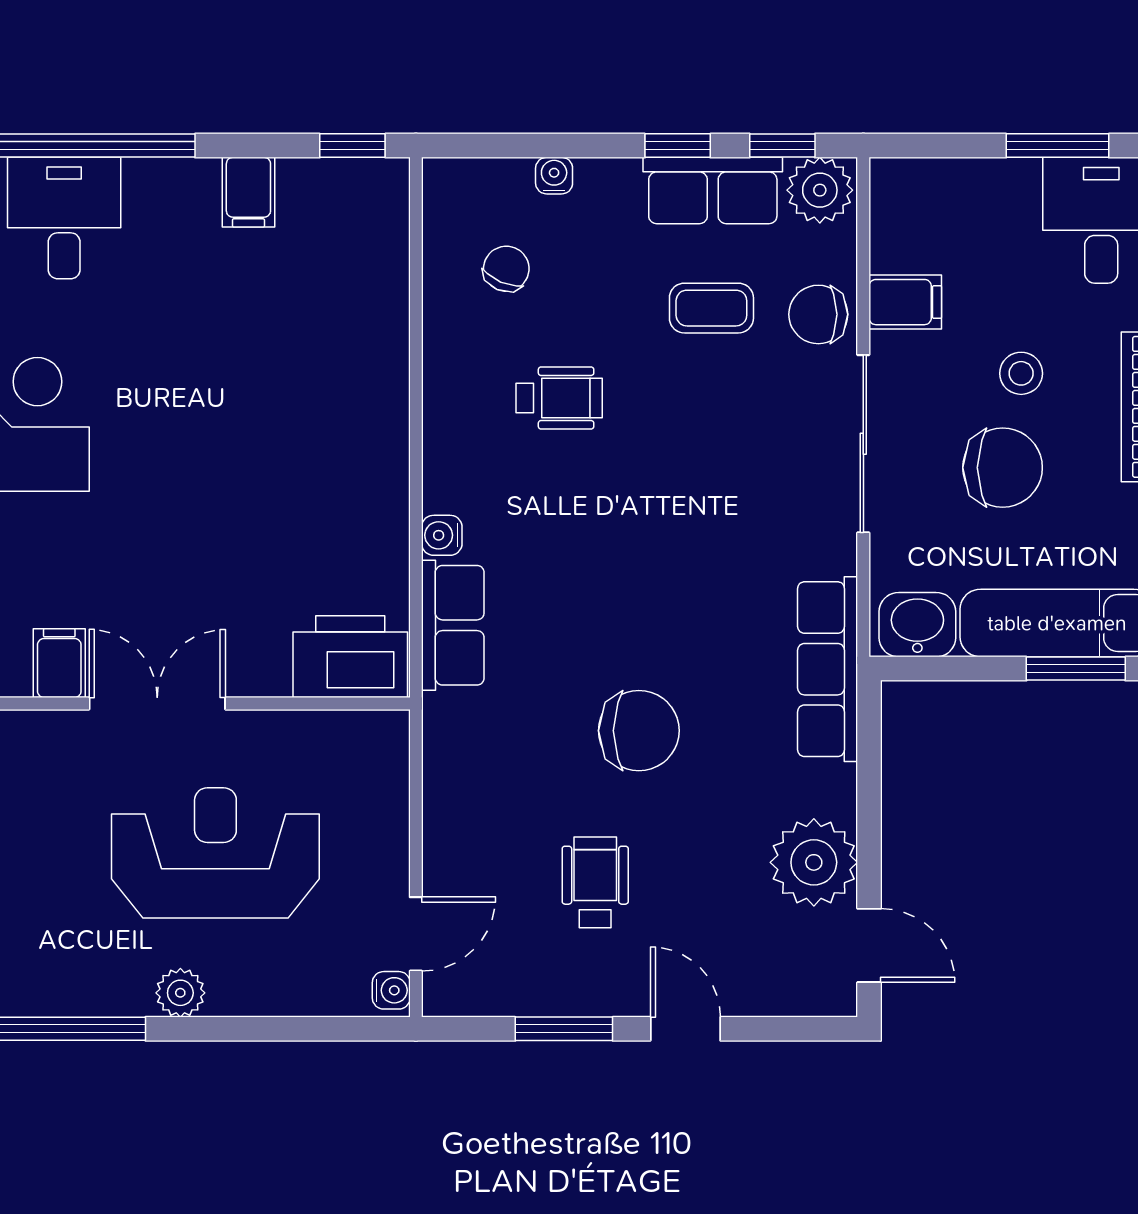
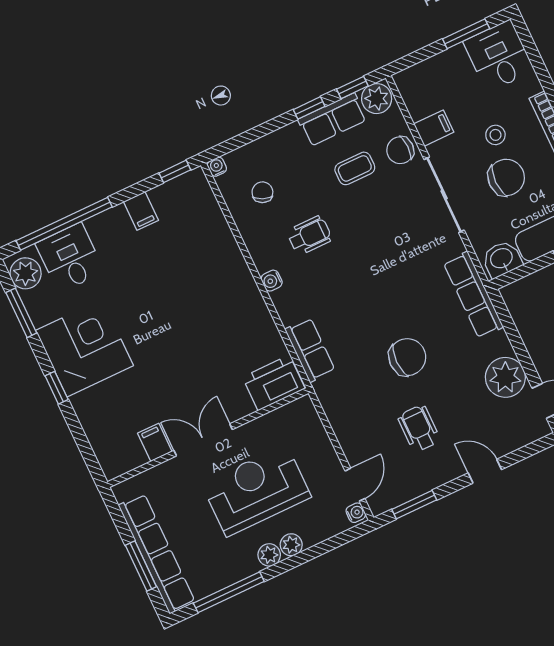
water cooler: (554, 176) -> (217, 167), moved
water cooler: (442, 535) -> (272, 281), moved
plant: (233, 993) -> (291, 545), added
window: (564, 1029) -> (414, 505), moved

